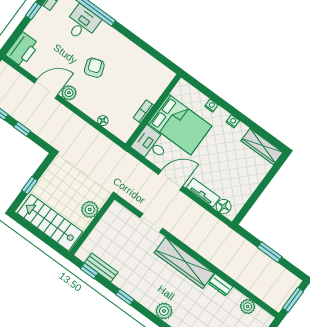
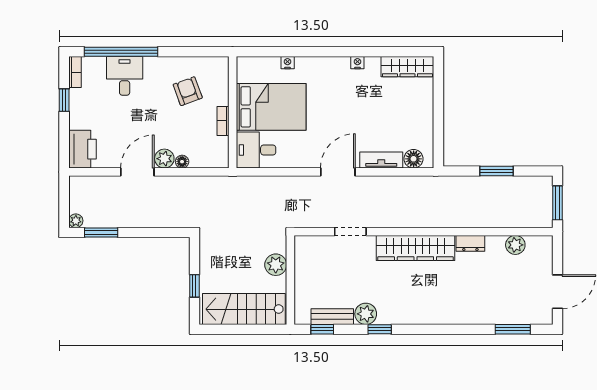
armchair: (94, 68) -> (188, 91), moved
nightstand: (211, 106) -> (288, 63), moved
wall: (153, 110) -> (233, 112), moved
bookcase: (143, 111) -> (223, 121), moved
floor lamp: (103, 121) -> (182, 162), moved
bed: (180, 125) -> (271, 107), moved
window: (22, 129) -> (143, 232), removed
desk: (151, 145) -> (256, 150), moved
plant: (164, 311) -> (366, 314), moved

